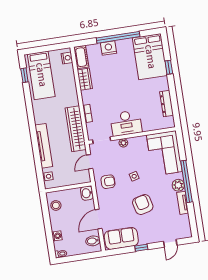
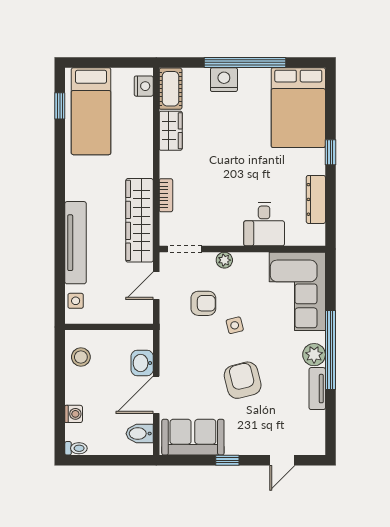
window: (169, 67) -> (330, 152), moved
desk: (126, 123) -> (264, 224), moved, width x0.73
armchair: (108, 182) -> (203, 303), moved
washbasin: (87, 193) -> (142, 363), moved

